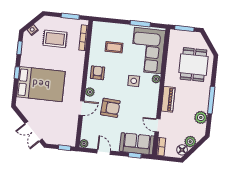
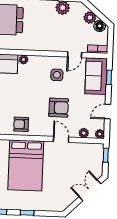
side table: (134, 81) -> (57, 75), moved
bed: (41, 84) -> (26, 165), moved, turned 180
plant: (90, 92) -> (84, 133), moved
piano: (168, 99) -> (45, 45), removed
armchair: (110, 108) -> (59, 108), turned 86
double door: (34, 131) -> (90, 190), swing flipped

